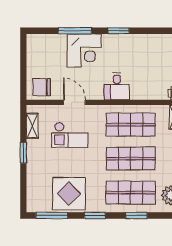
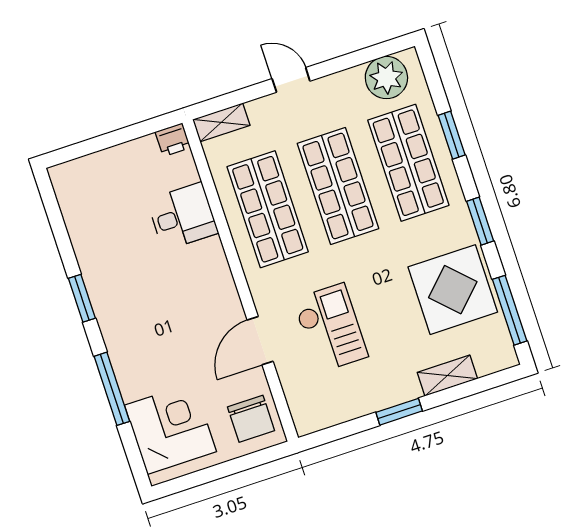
corner desk: (84, 51) -> (170, 428), moved
desk: (117, 86) -> (183, 216), moved
shelving: (32, 126) -> (447, 376), moved

